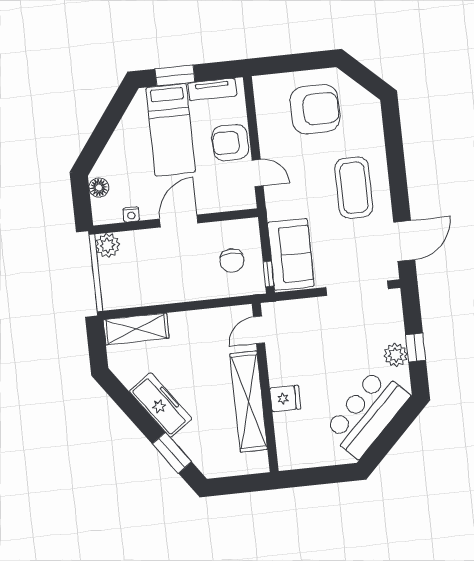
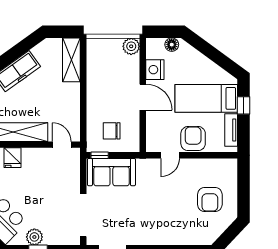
window: (175, 75) -> (243, 105), width x0.67
armchair: (315, 109) -> (210, 200), width x0.73, depth x0.73
coffee table: (354, 188) -> (153, 220), removed
nightstand: (131, 214) -> (155, 70), width x1.89, depth x1.79

